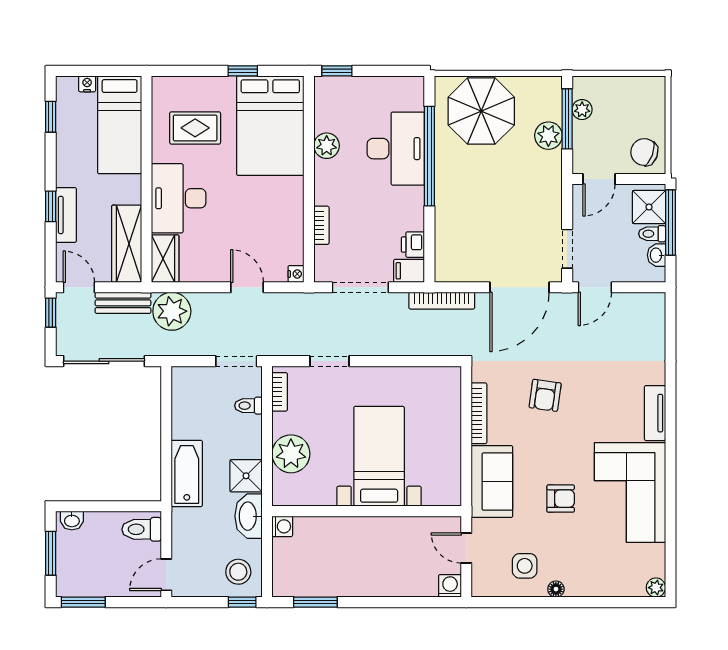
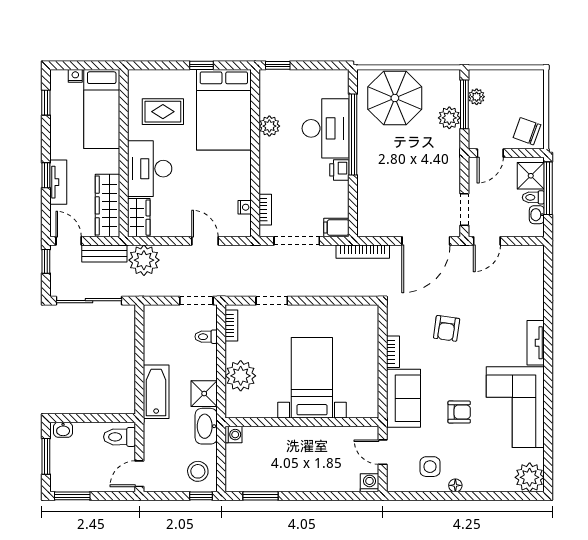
bookcase: (321, 225) -> (265, 210), moved
printer: (413, 245) -> (339, 170), moved
nightstand: (296, 274) -> (245, 207), moved
bookcase: (479, 413) -> (393, 352), width x0.64
plant: (656, 588) -> (530, 477), width x1.87, depth x1.87

